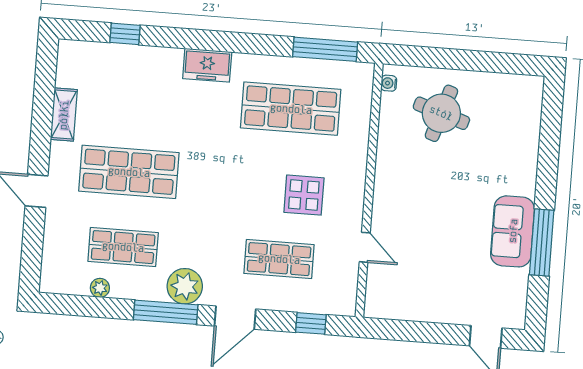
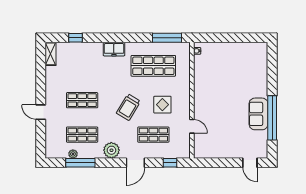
round table: (441, 113) -> (222, 63), removed
shelving: (64, 115) -> (51, 54), moved
shop shelf: (129, 172) -> (82, 100), width x0.70, depth x0.74
trolley: (229, 195) -> (128, 107), added
window: (542, 243) -> (272, 118), width x1.46
window: (166, 312) -> (80, 163), moved

